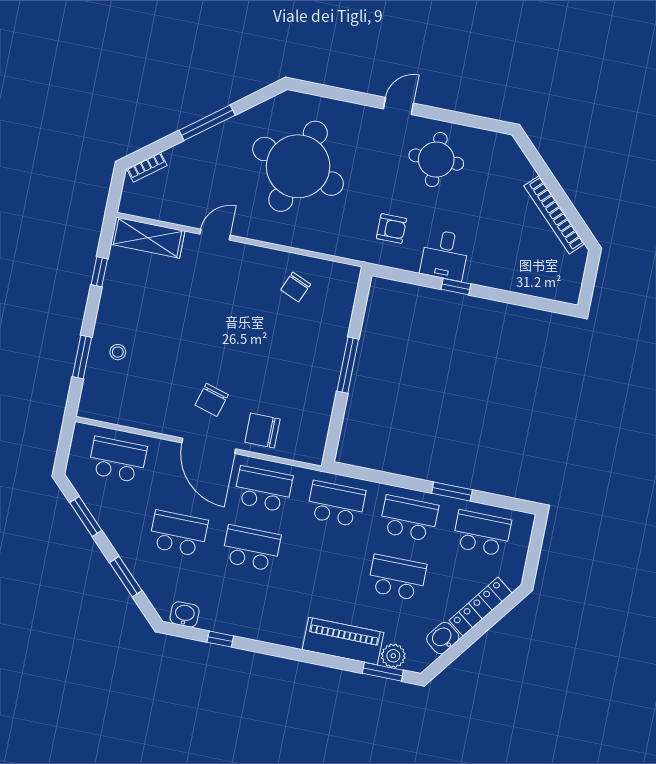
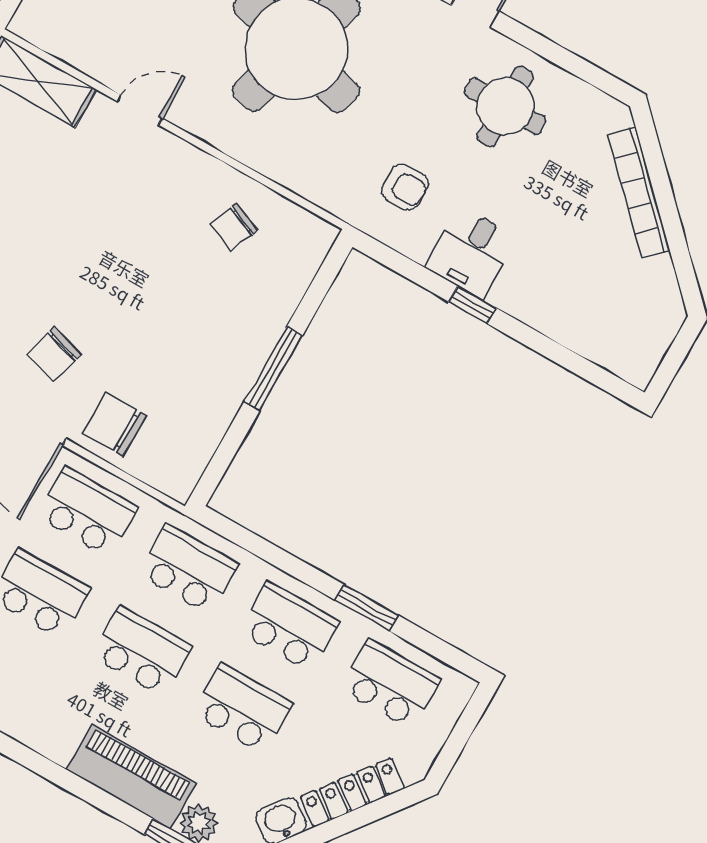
bookcase: (554, 215) -> (639, 192), moved
school desk: (324, 563) -> (141, 651), added

